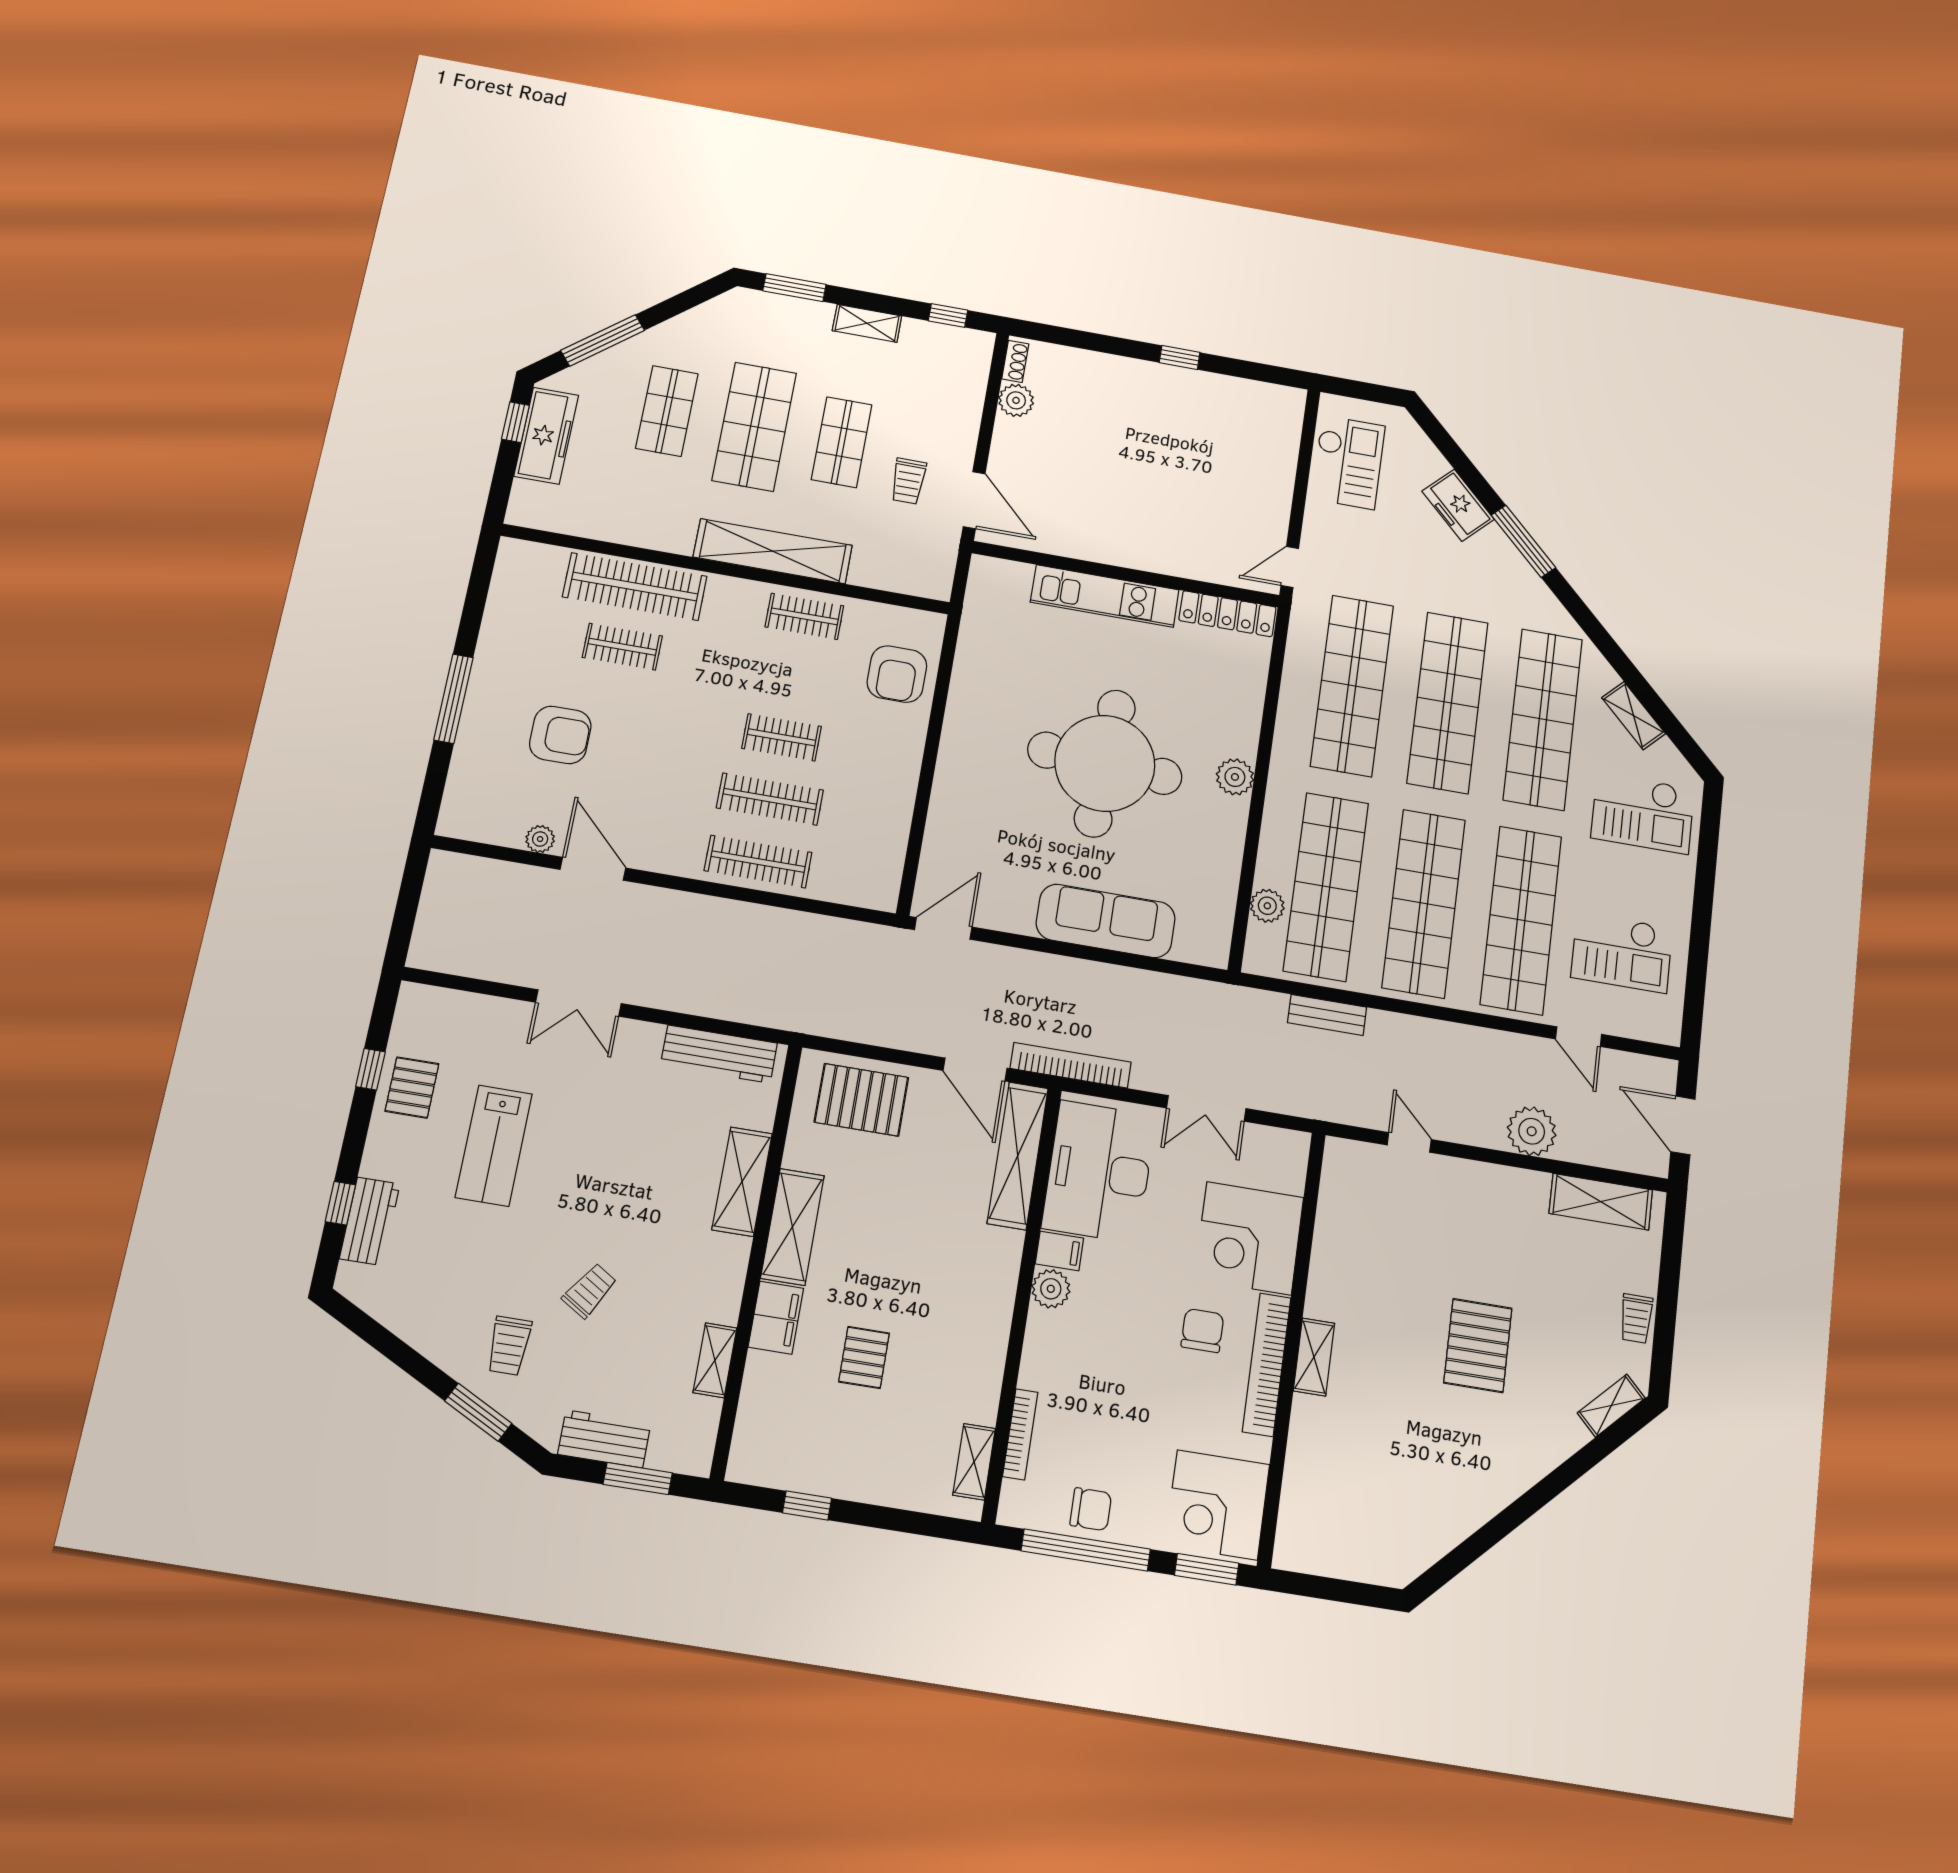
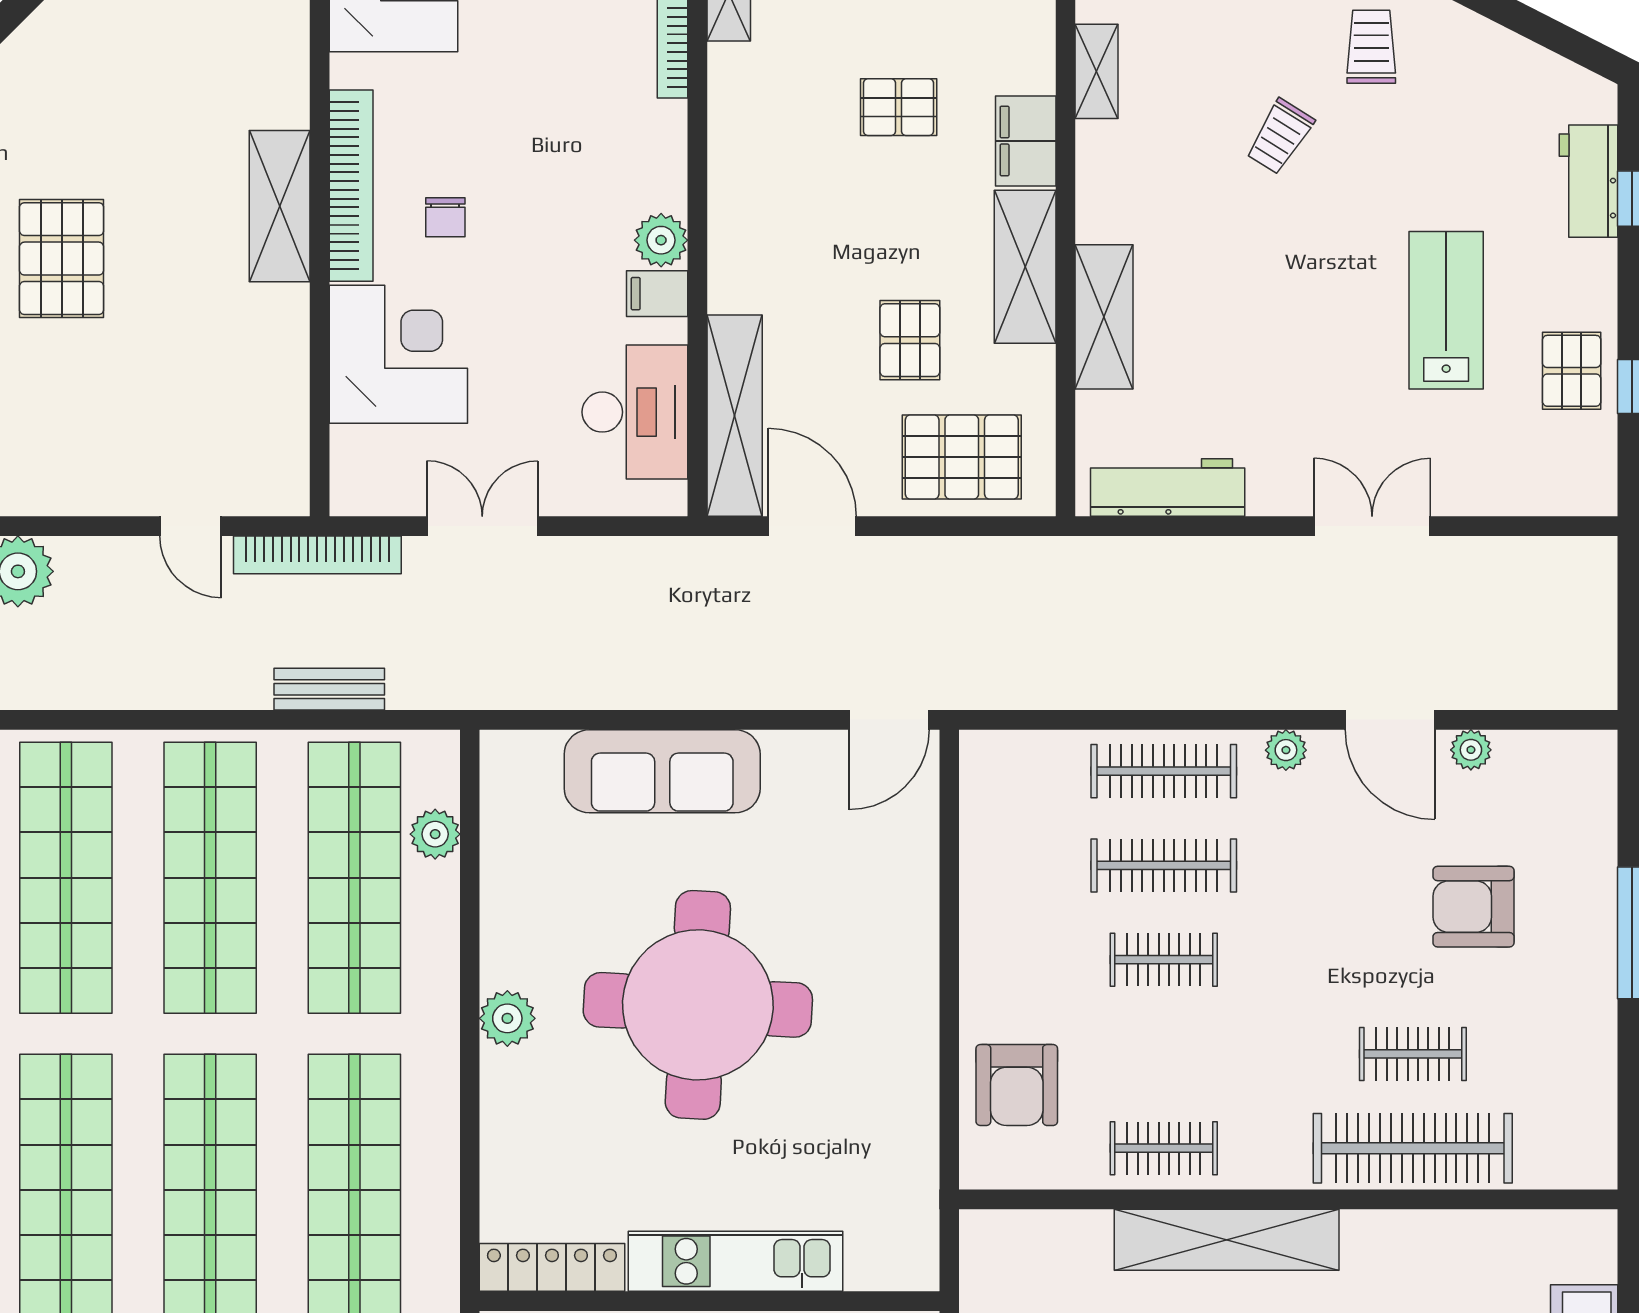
armchair: (897, 674) -> (1017, 1085), turned 180
plant: (670, 861) -> (1286, 750), added
bookcase: (1071, 1065) -> (317, 555), moved
desk: (1099, 1172) -> (635, 412), width x0.73, depth x0.77
pallet: (884, 1188) -> (910, 340), added
chair: (1202, 1330) -> (445, 217), width x0.73, depth x0.73
pallet: (864, 1357) -> (899, 107), turned 90
shelving: (1314, 1357) -> (280, 206), width x1.50, depth x1.33

